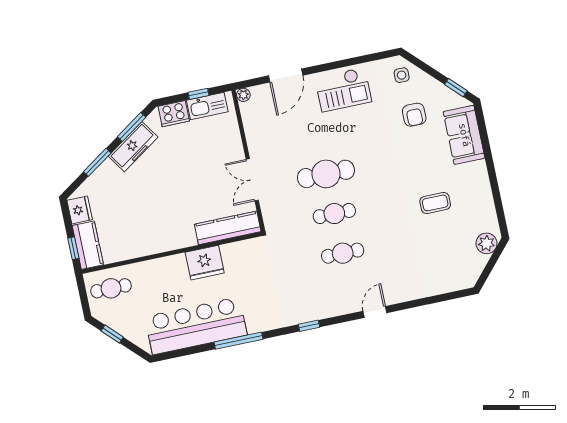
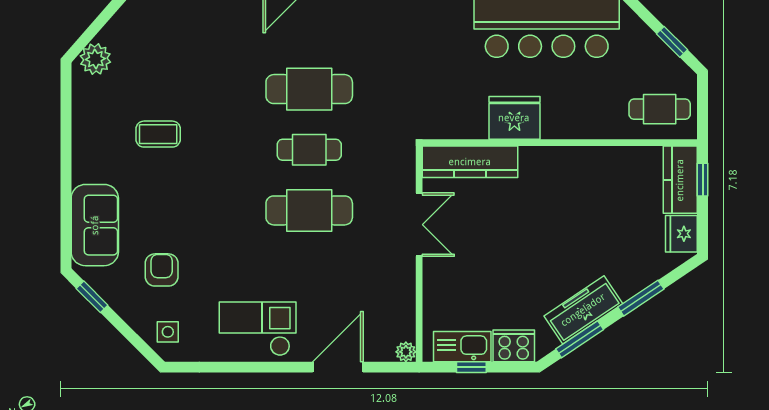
cafe table: (343, 253) -> (309, 89), width x1.37, depth x1.35

